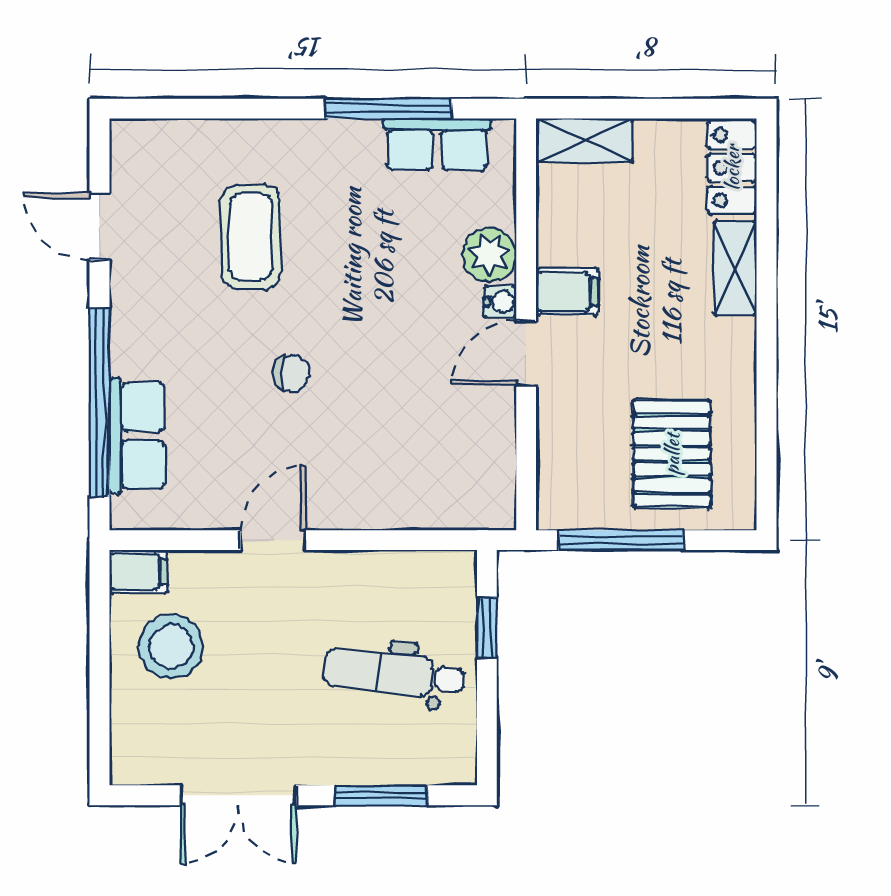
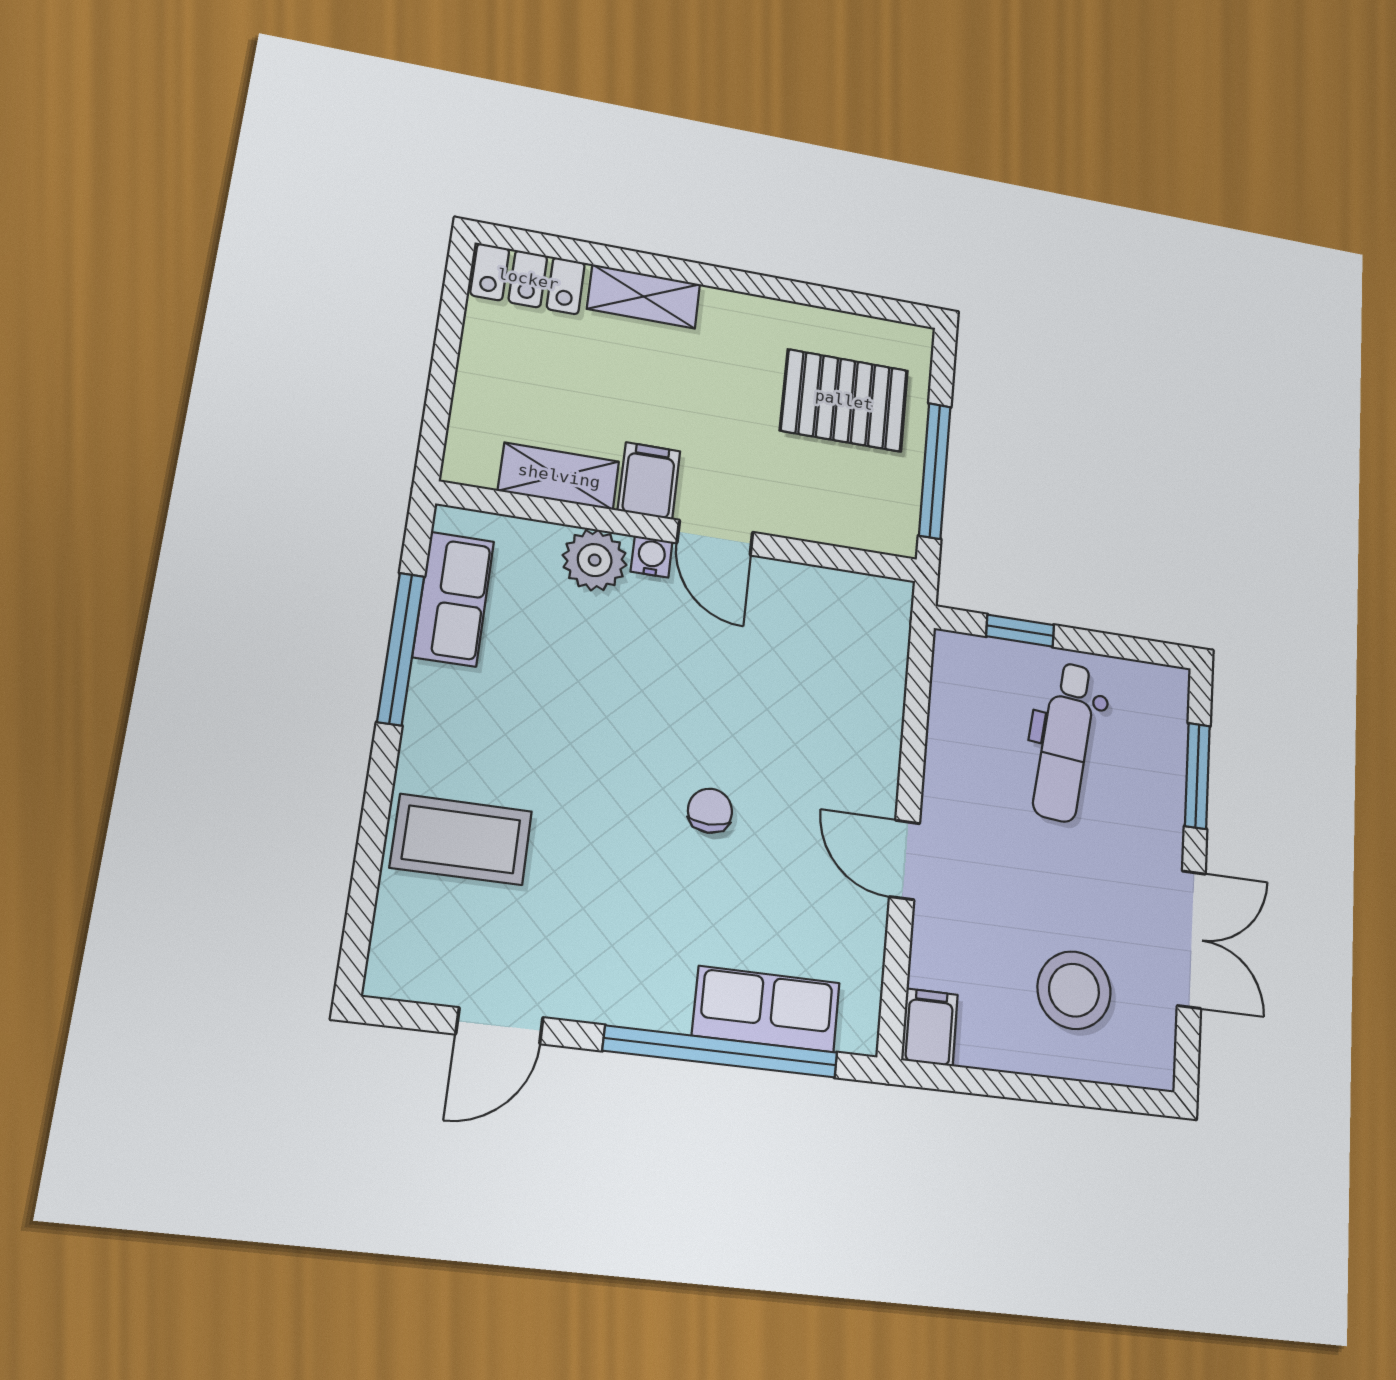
shelving: (585, 140) -> (559, 476), moved, turned 90
coffee table: (251, 237) -> (461, 839), moved
stool: (171, 647) -> (1074, 990), moved

